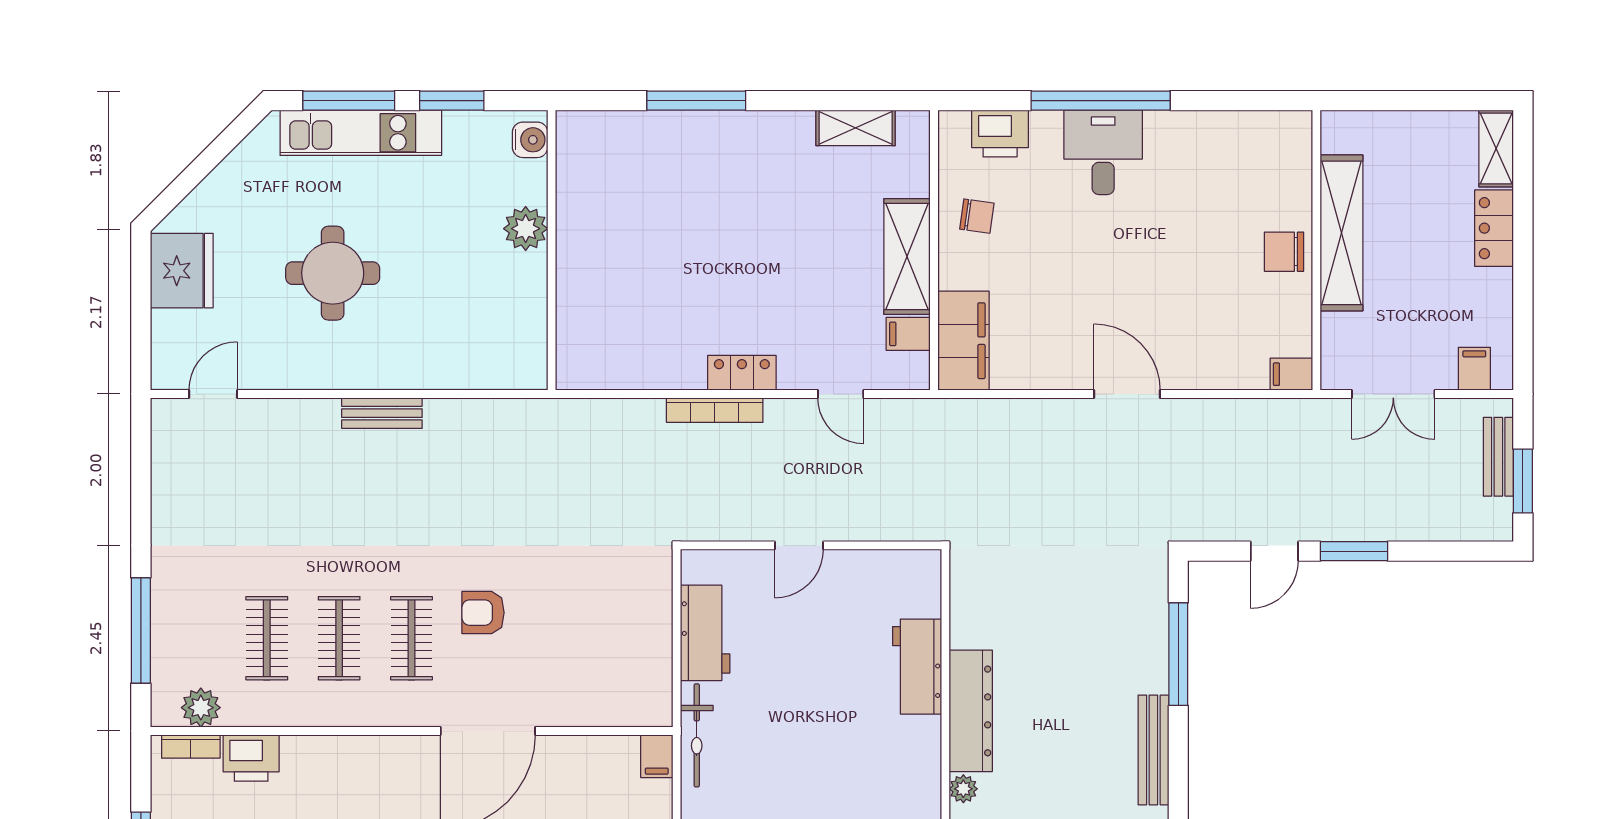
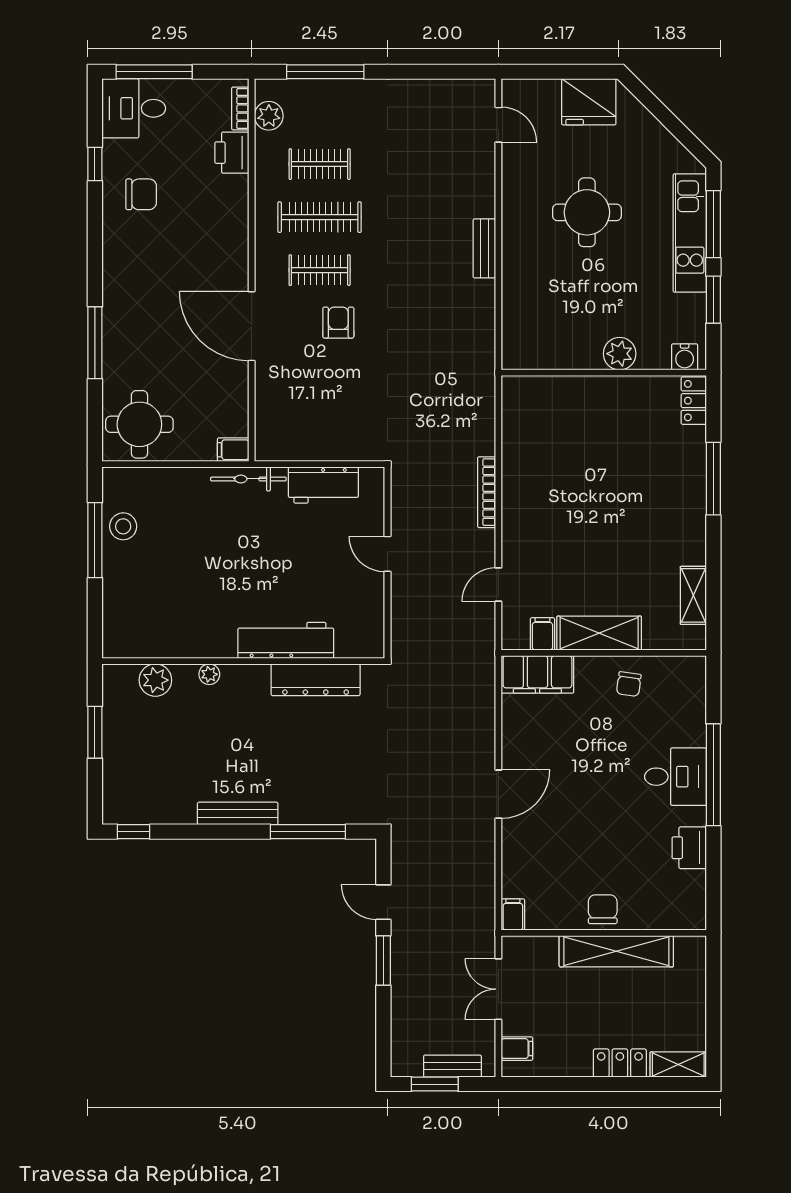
printer: (1000, 133) -> (689, 848), moved
locker: (742, 373) -> (694, 401), moved, turned 180
clothes rail: (339, 638) -> (320, 217), width x1.36
workbench: (917, 667) -> (286, 640), width x1.38
dresser: (971, 711) -> (316, 680), moved

